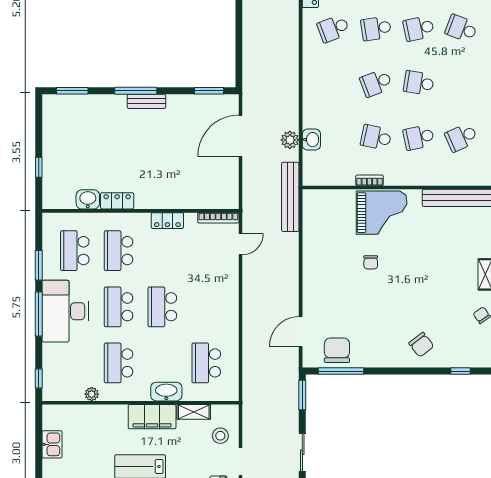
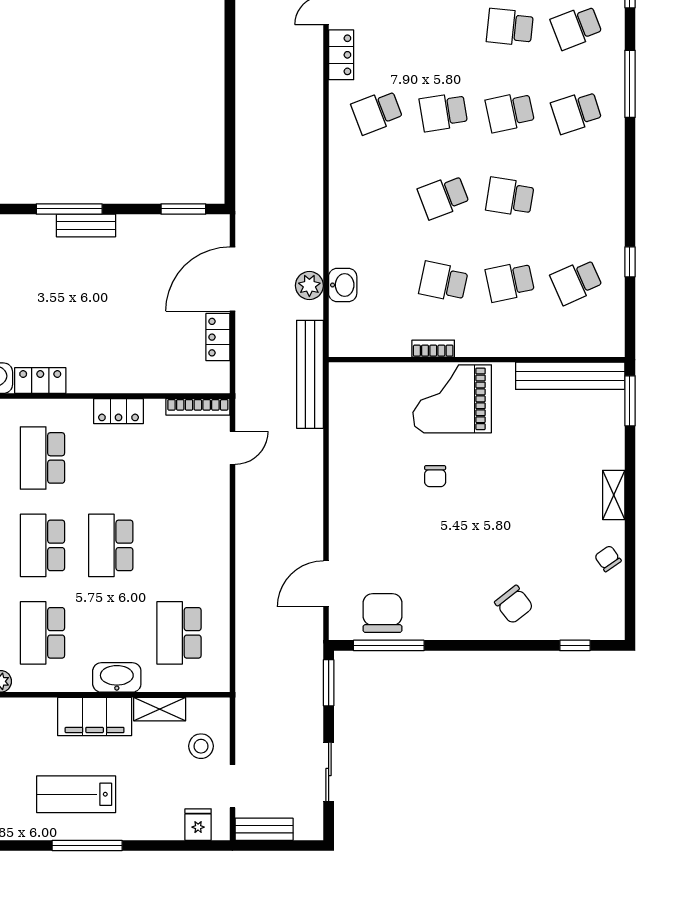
school desk: (461, 28) -> (576, 112), turned -39
locker: (231, 173) -> (218, 337), added
grand piano: (382, 213) -> (452, 399), turned 180

